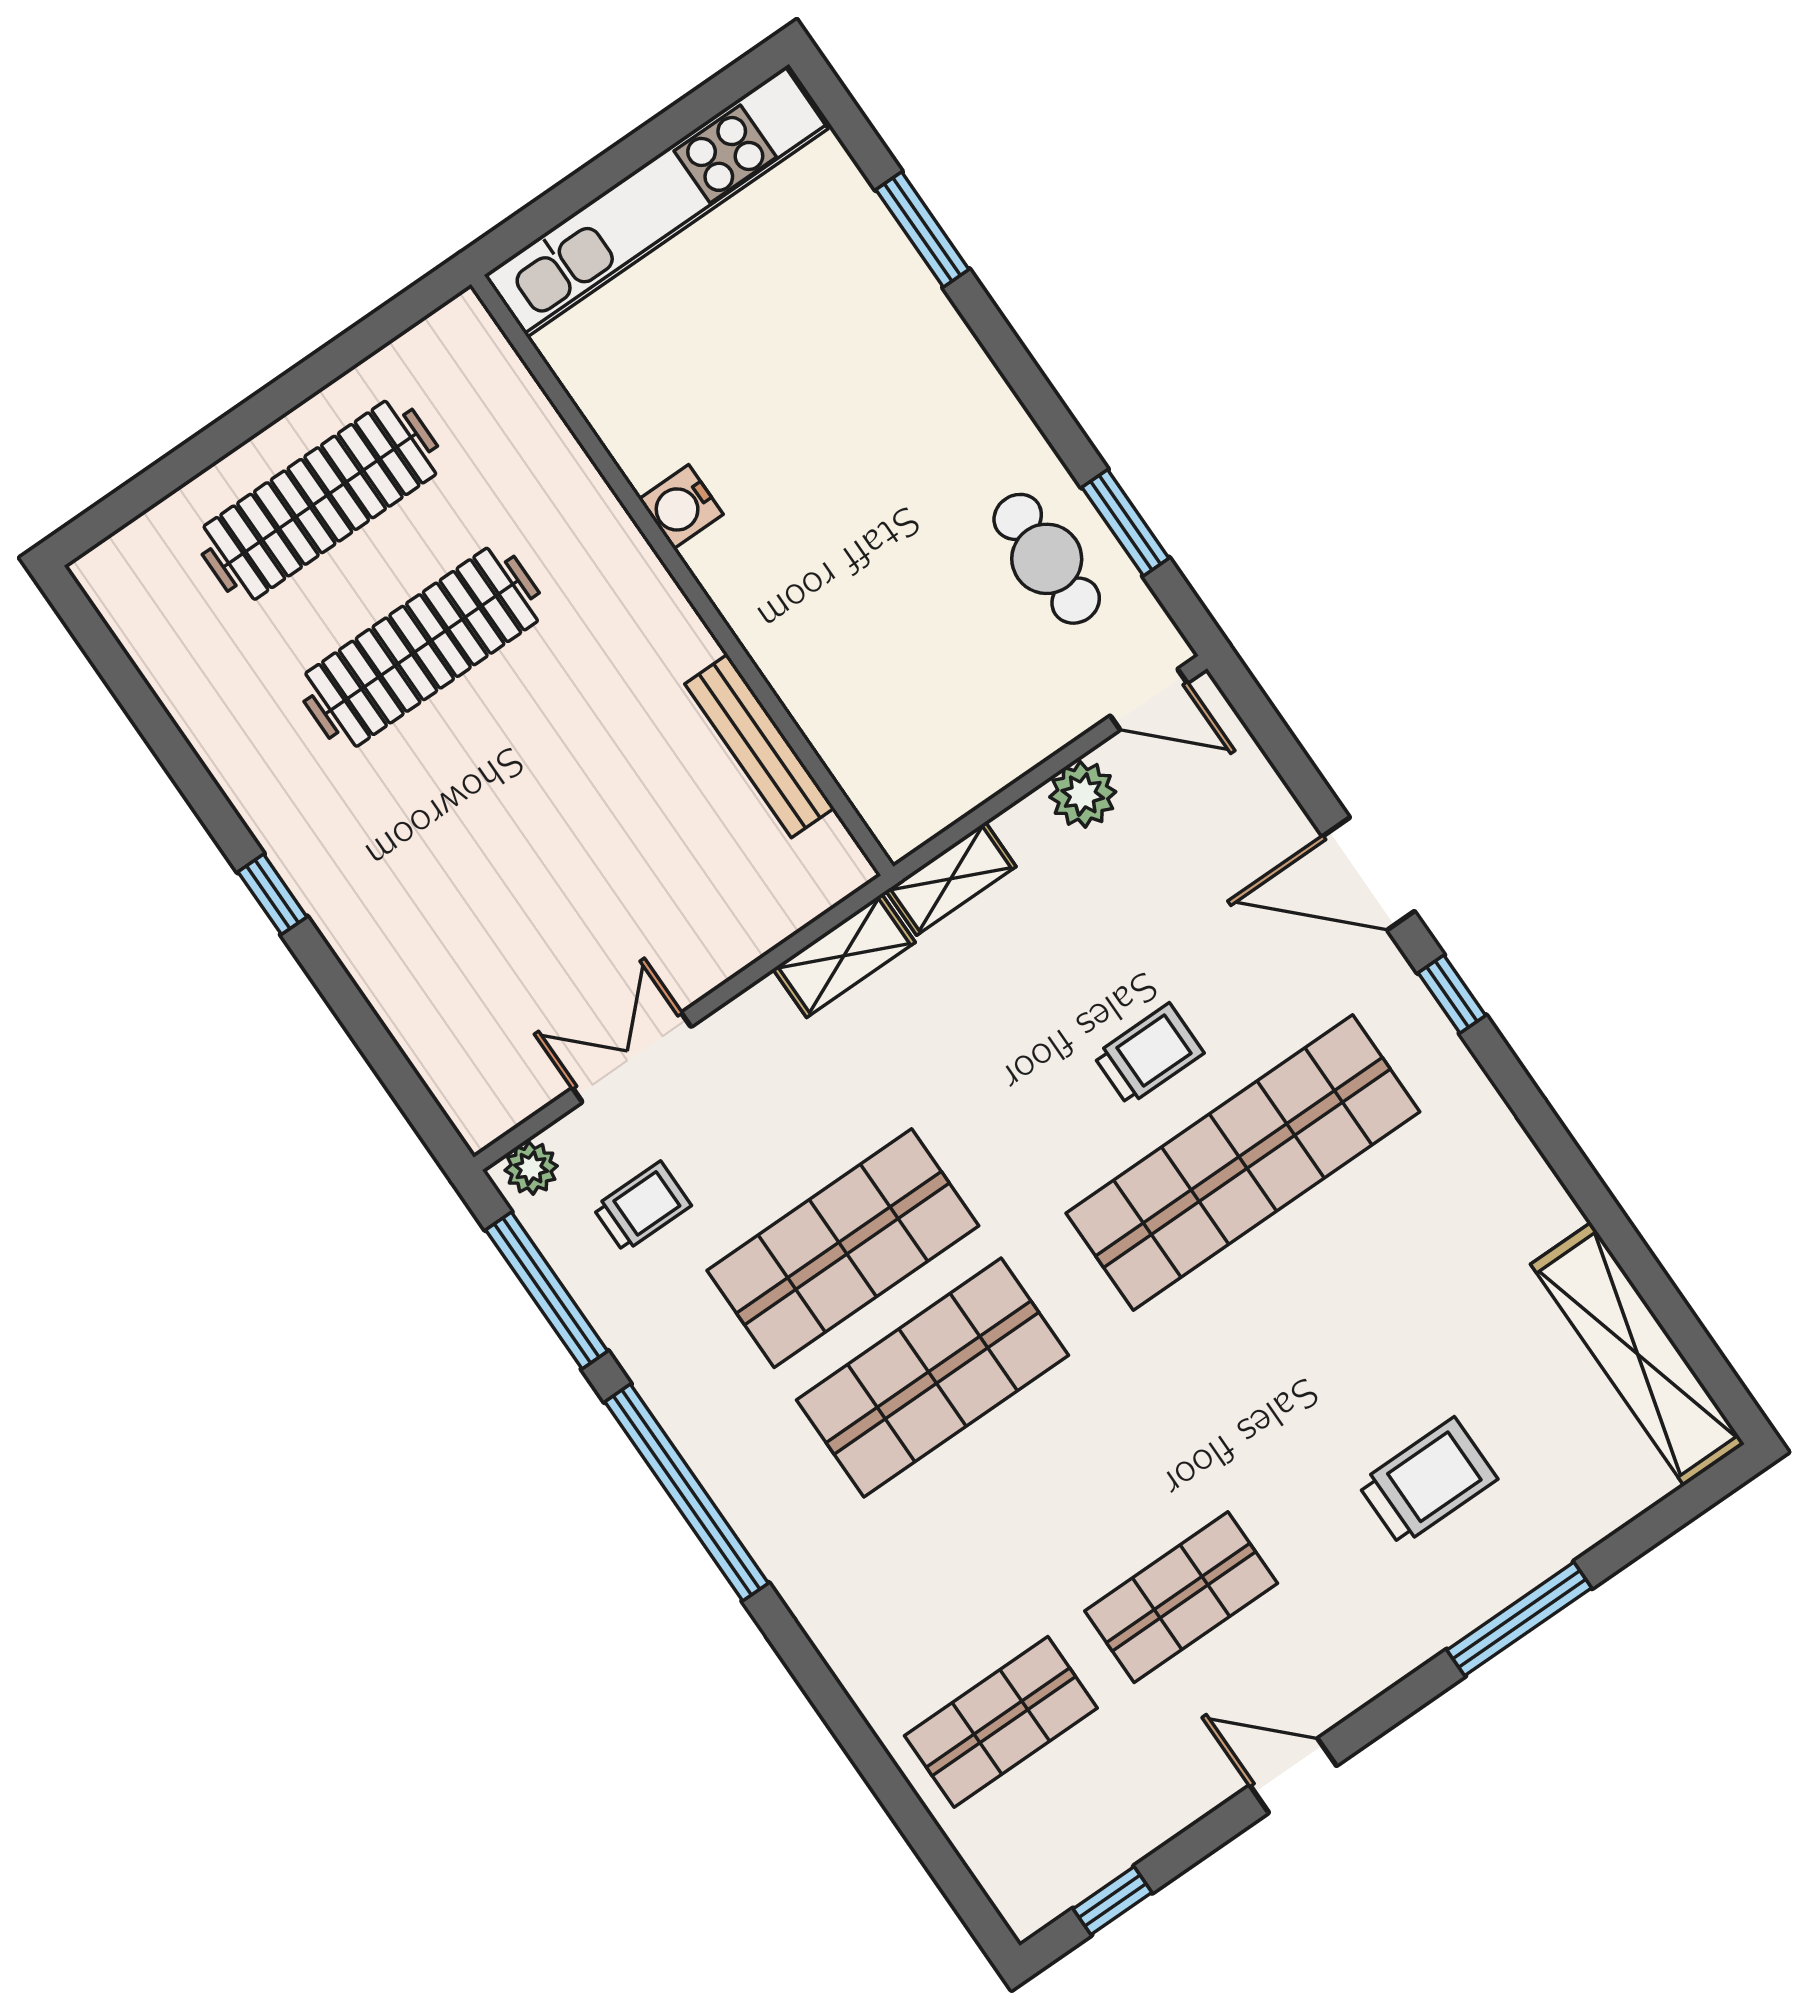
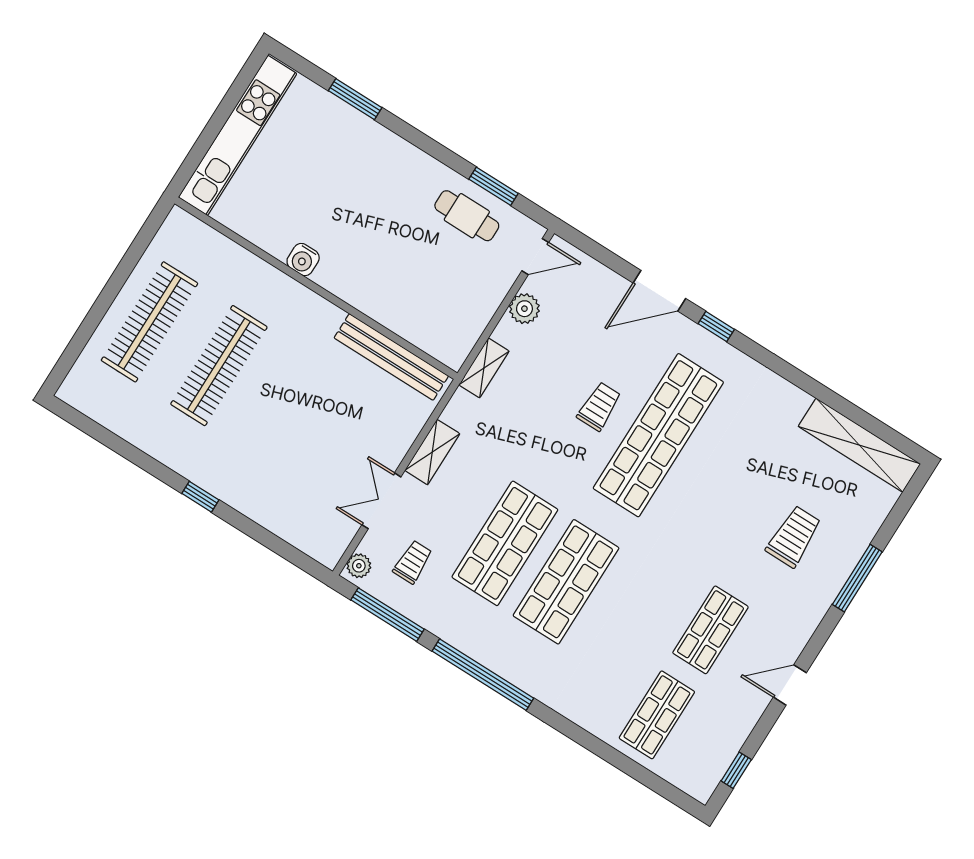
bench: (760, 746) -> (391, 357), width x1.37, depth x1.21
shelving: (844, 956) -> (432, 452), moved

